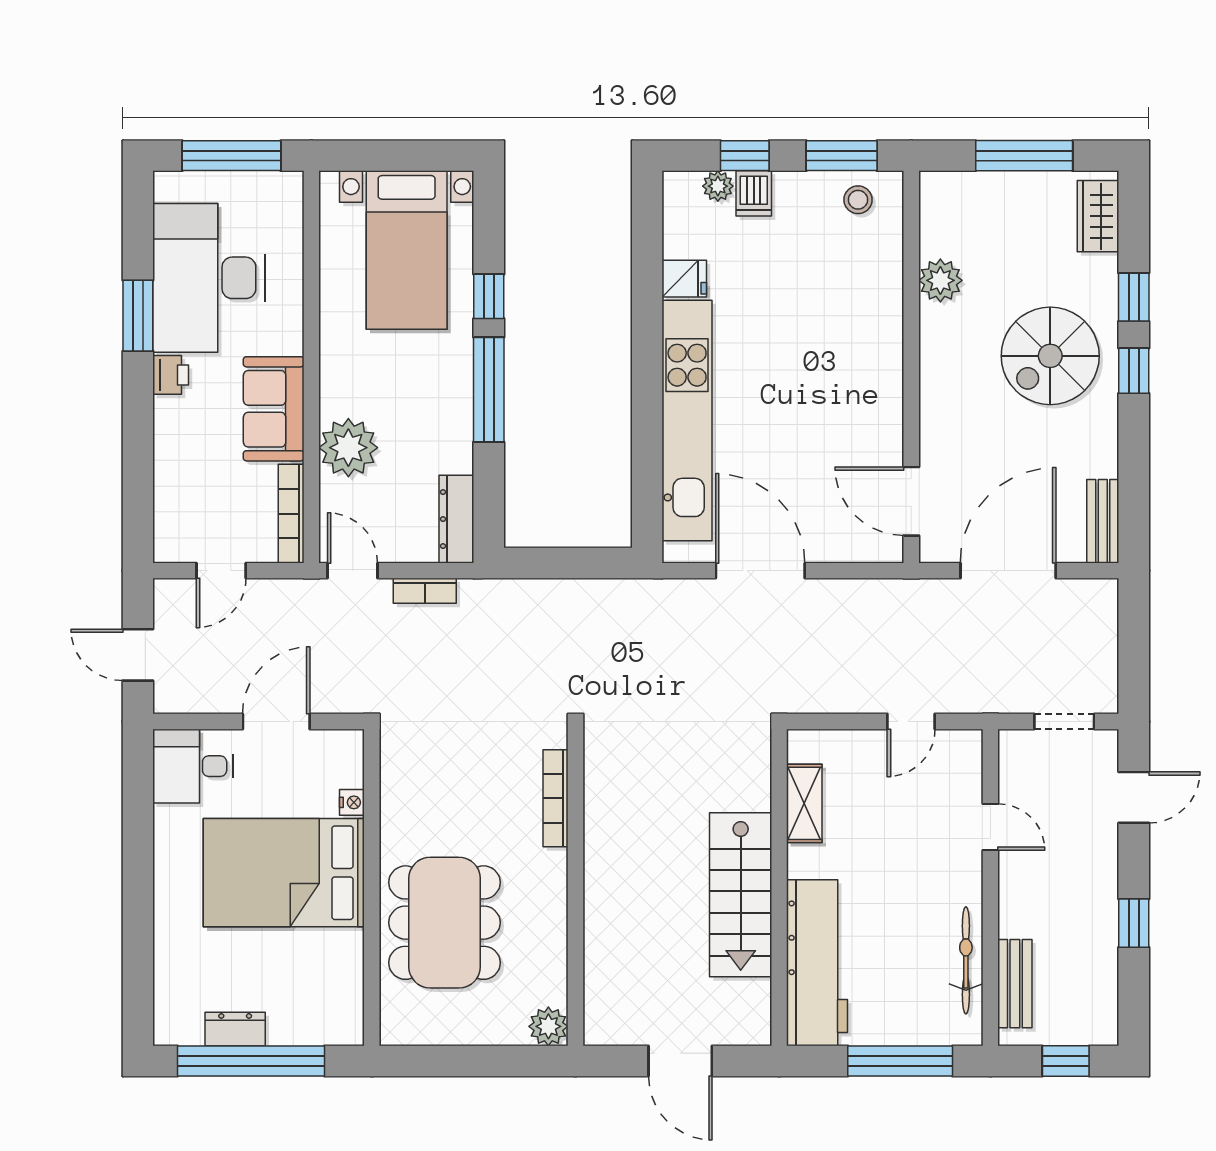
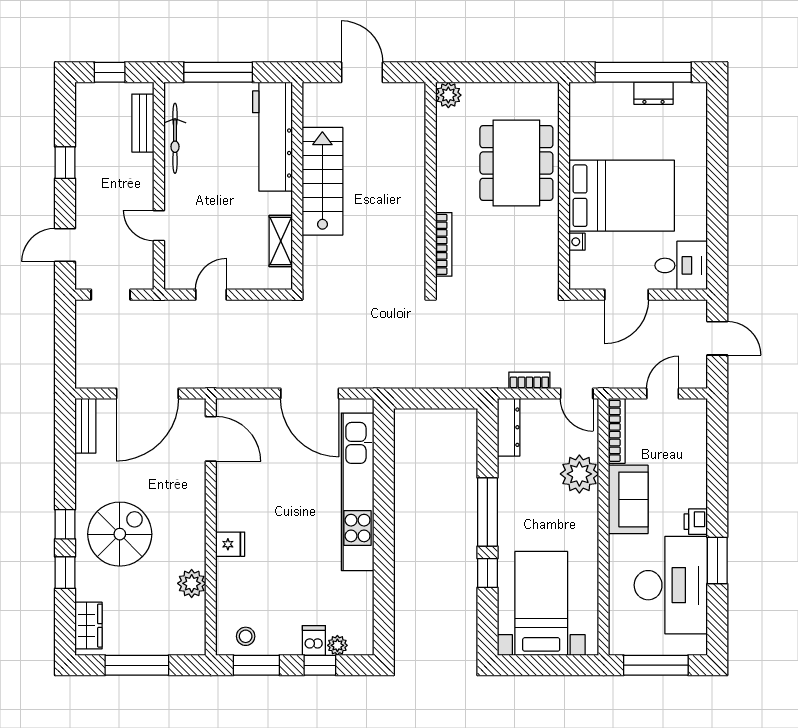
fridge: (684, 279) -> (230, 544), moved, turned 180

